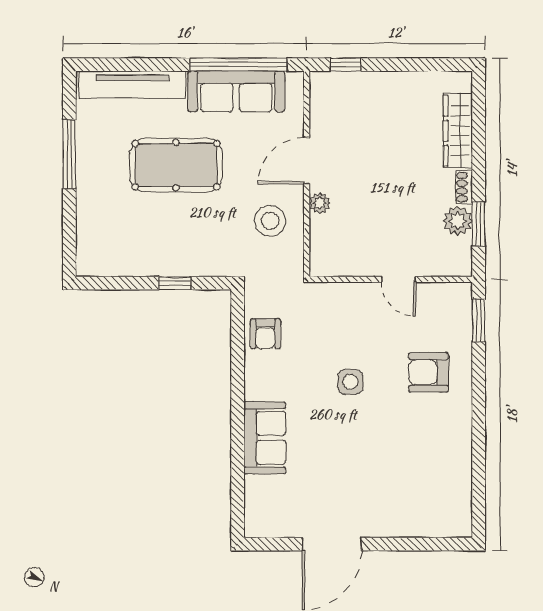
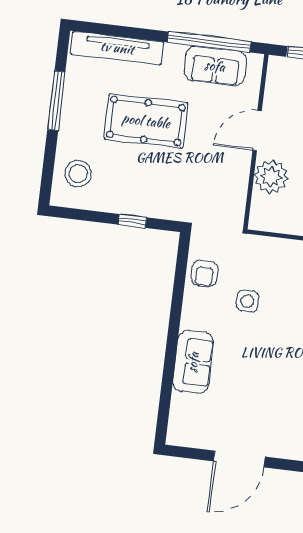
sofa: (236, 91) -> (215, 66), width x0.73
plant: (320, 203) -> (271, 177), width x1.87, depth x1.87
stool: (270, 221) -> (78, 174), moved
side table: (350, 382) -> (247, 301), moved

